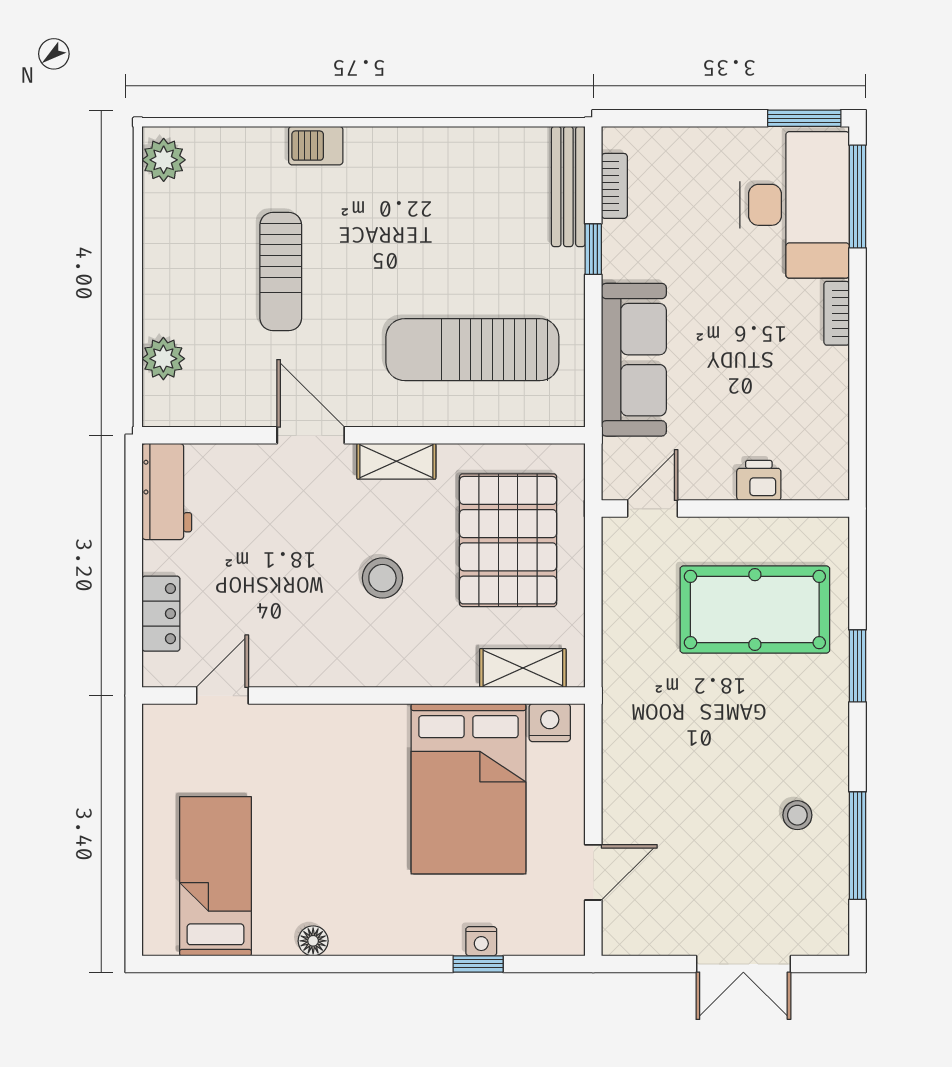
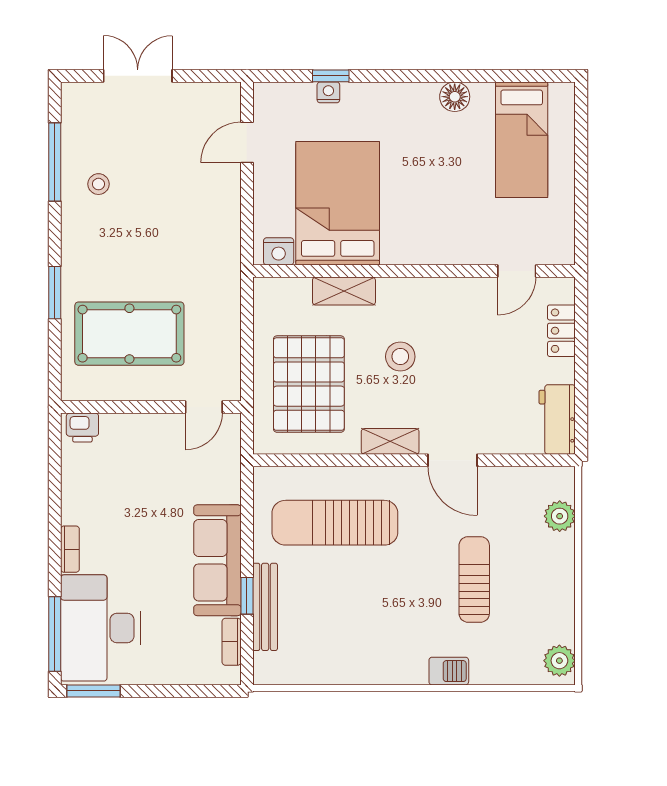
bench: (568, 186) -> (265, 607), moved
sun lounger: (472, 350) -> (335, 523), turned 180
sofa: (634, 360) -> (217, 560), moved
printer: (759, 480) -> (82, 428), moved
shelving: (523, 668) -> (344, 291), moved
floor lamp: (313, 941) -> (455, 97), width x1.37, depth x1.37

